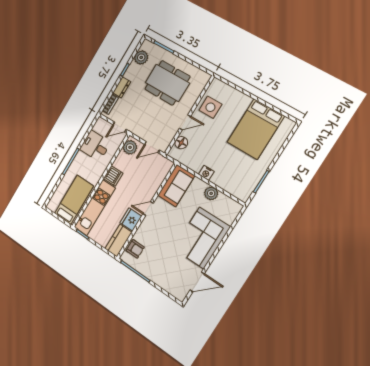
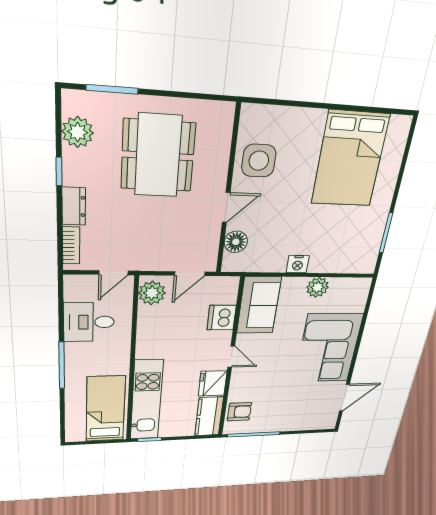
dining table: (167, 83) -> (158, 156), turned 90
dishwasher: (113, 176) -> (222, 318), moved, turned 180
door: (148, 209) -> (231, 357), swing flipped

